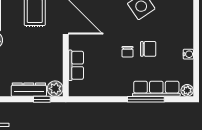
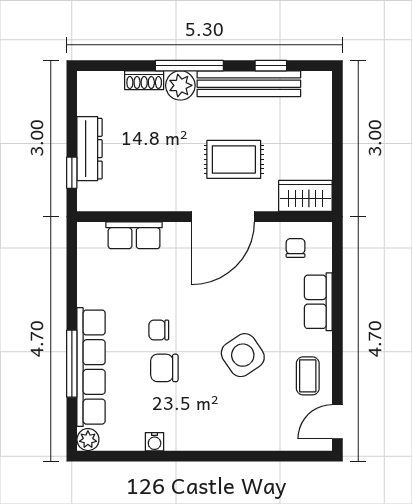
chair: (148, 49) -> (164, 368), turned 90
plant: (55, 89) -> (91, 197), removed
row of seats: (156, 89) -> (91, 367), width x1.36

